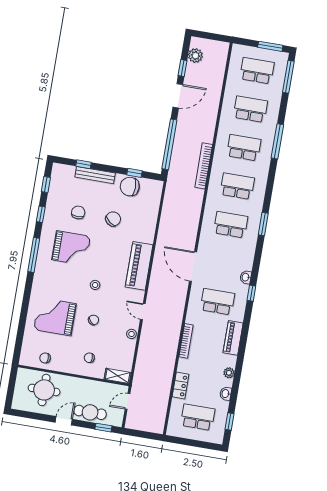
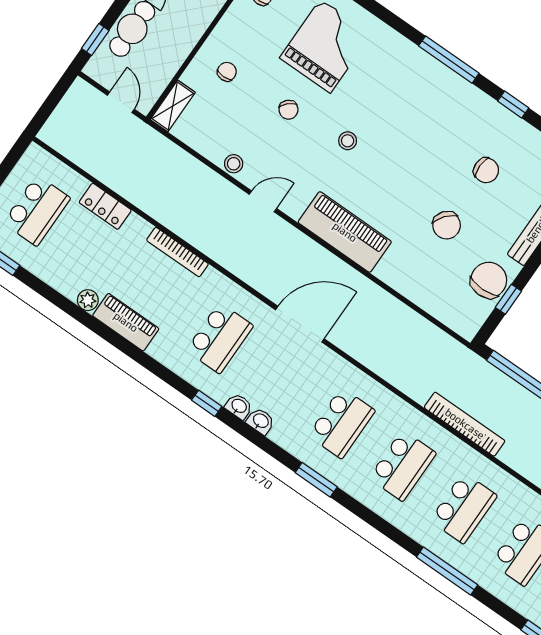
grand piano: (71, 248) -> (431, 129), removed
piano: (233, 338) -> (126, 322), moved
washbasin: (226, 394) -> (261, 421), moved

